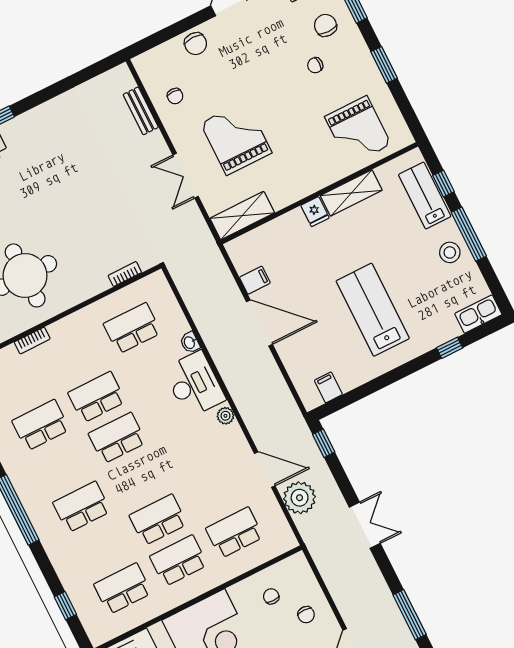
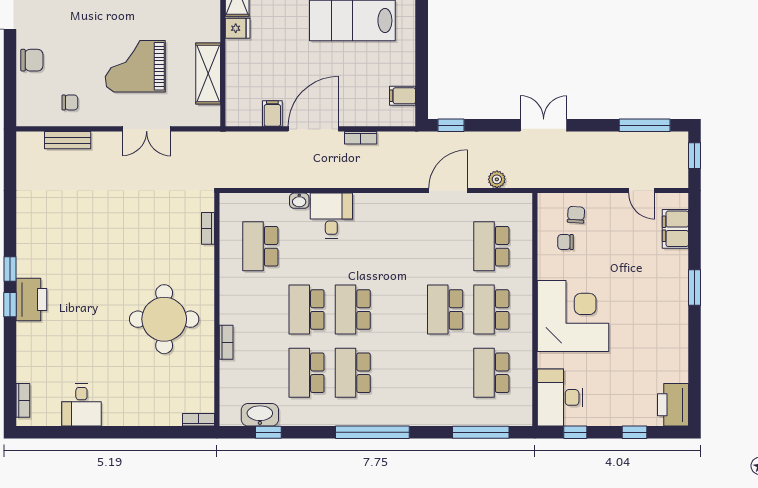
shelving: (242, 216) -> (208, 73), moved
bookcase: (273, 369) -> (361, 138), added
desk: (194, 384) -> (331, 215), width x0.73
plant: (225, 416) -> (382, 202), removed
plant: (300, 498) -> (497, 179), width x0.53, depth x0.53
school desk: (82, 507) -> (353, 373), moved
window: (65, 606) -> (481, 432), width x2.17
chair: (306, 615) -> (576, 215), moved, turned -86

